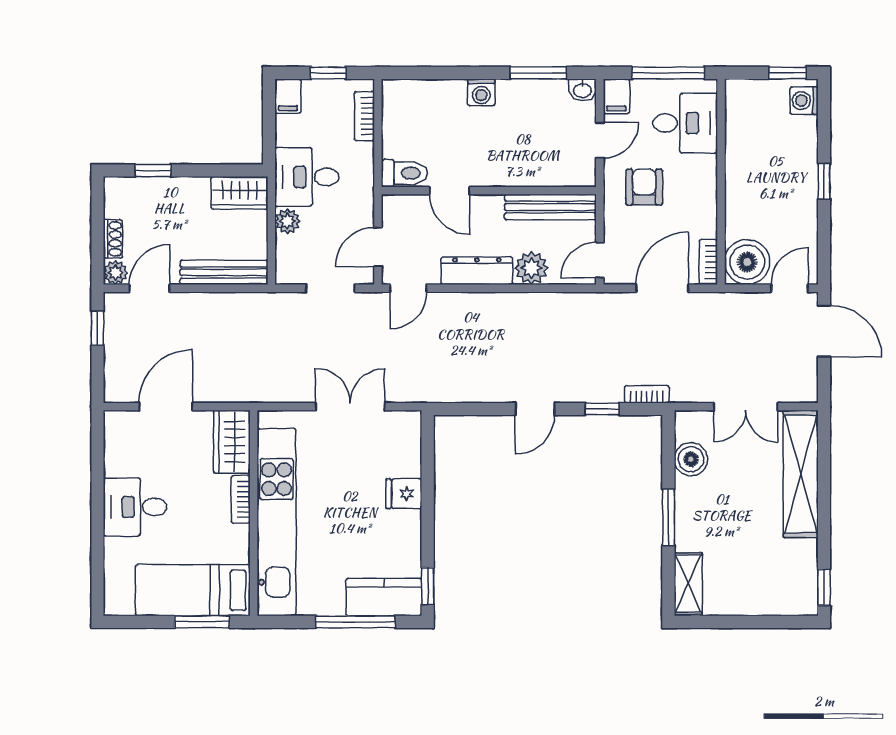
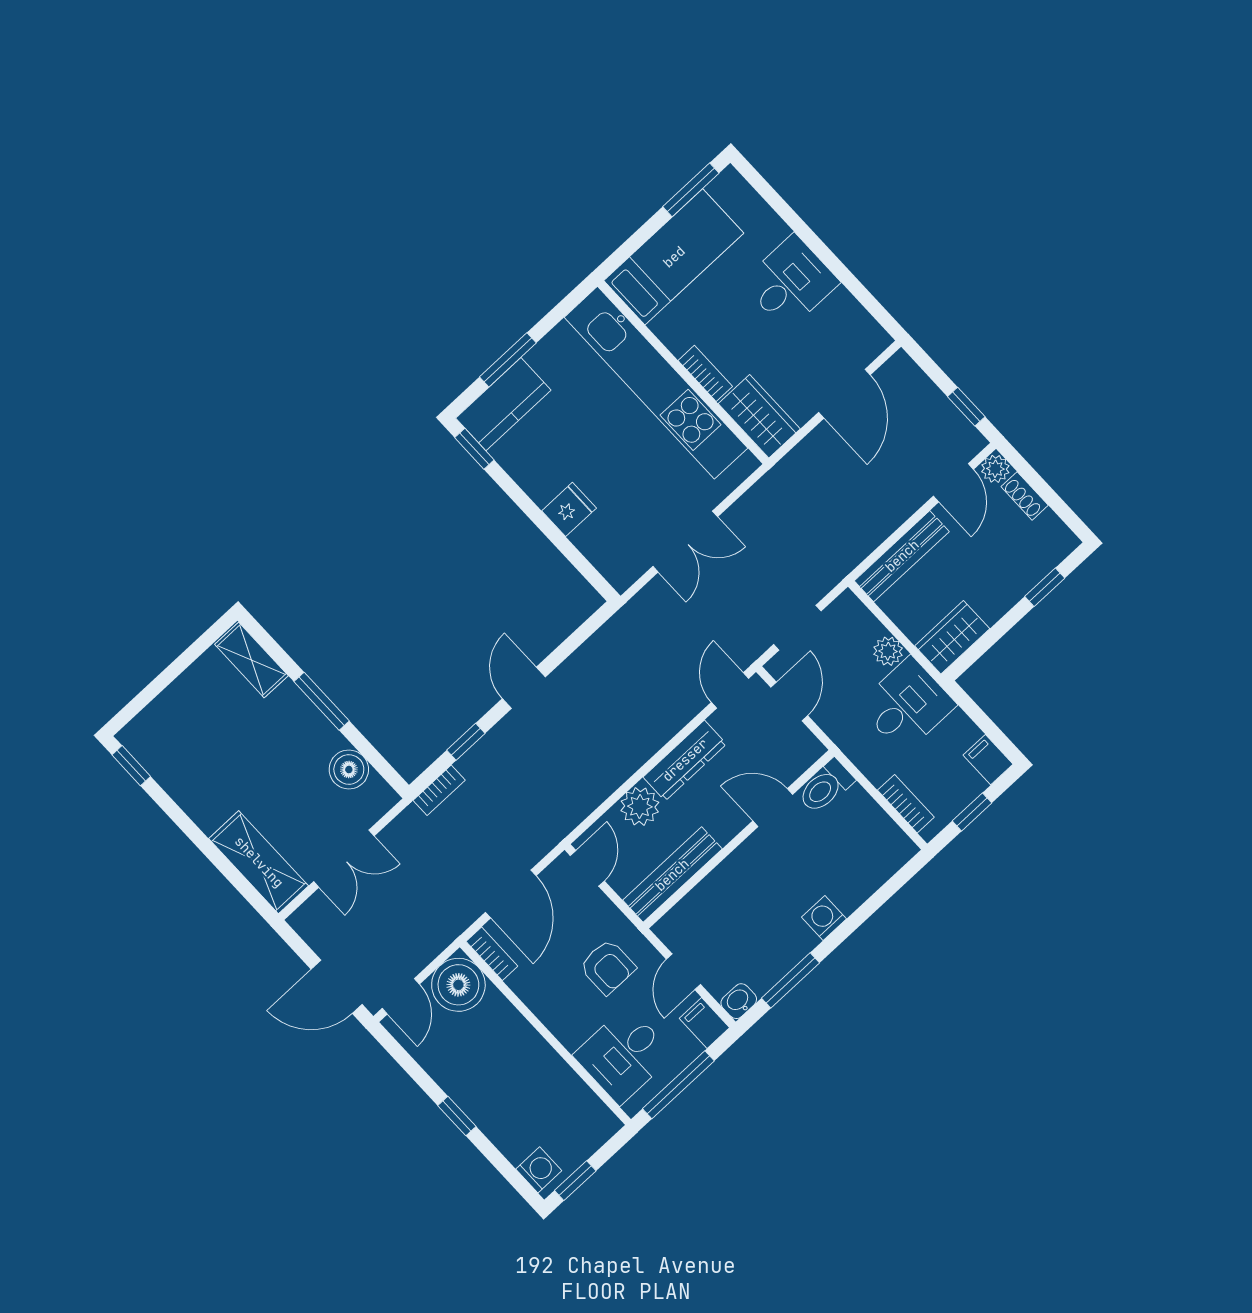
double door: (746, 407) -> (344, 859), swing flipped
shelving: (801, 474) -> (259, 862), width x0.68
window: (202, 622) -> (691, 190), moved
window: (355, 622) -> (508, 360), width x0.69

